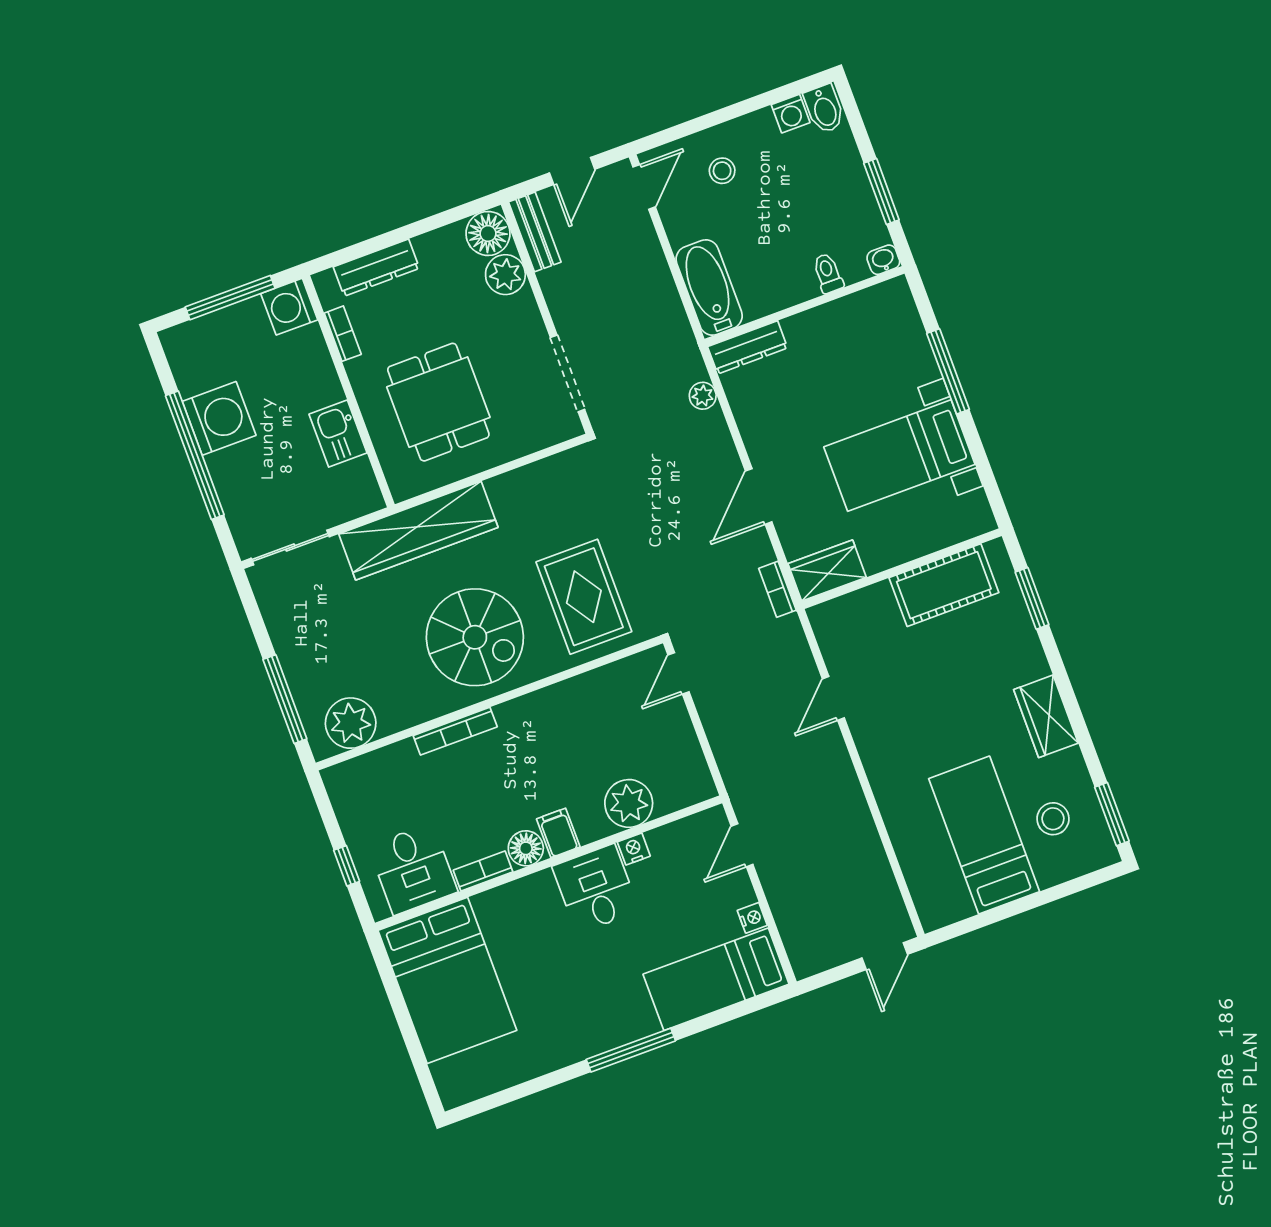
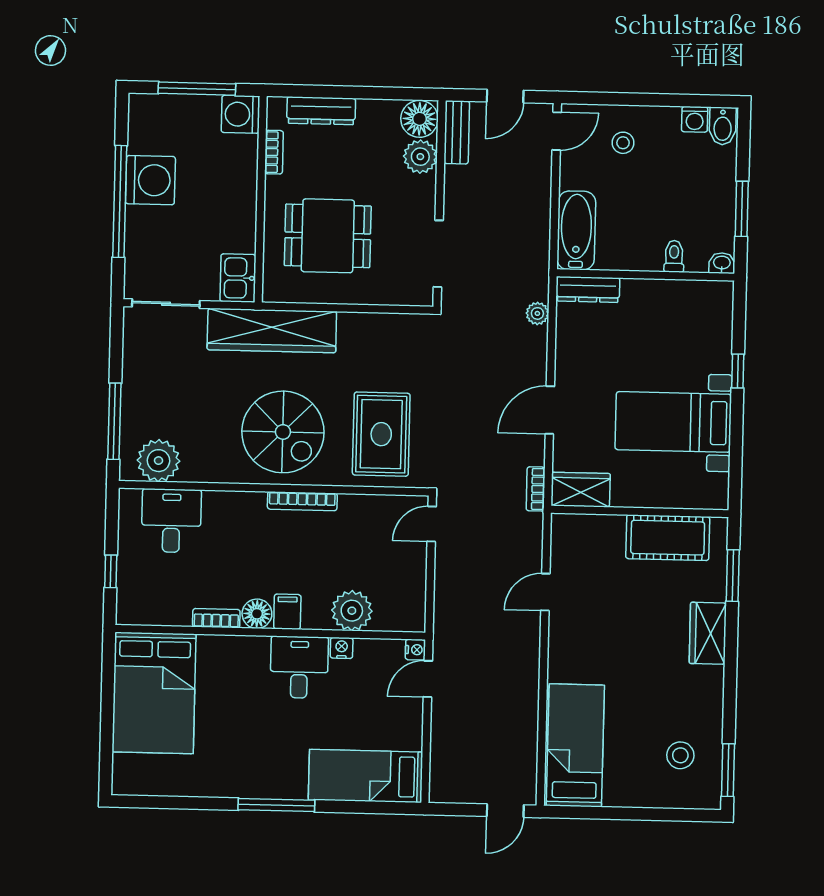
window: (948, 371) -> (738, 371), width x0.46
dining table: (438, 402) -> (328, 236), turned 90
kitchen sink: (338, 434) -> (238, 278), moved
wardrobe: (1046, 716) -> (708, 633), moved
bookcase: (455, 731) -> (302, 501), moved
bed: (984, 835) -> (575, 745), moved
desk: (413, 869) -> (171, 521), moved, turned 180
nightstand: (752, 918) -> (415, 650), moved

